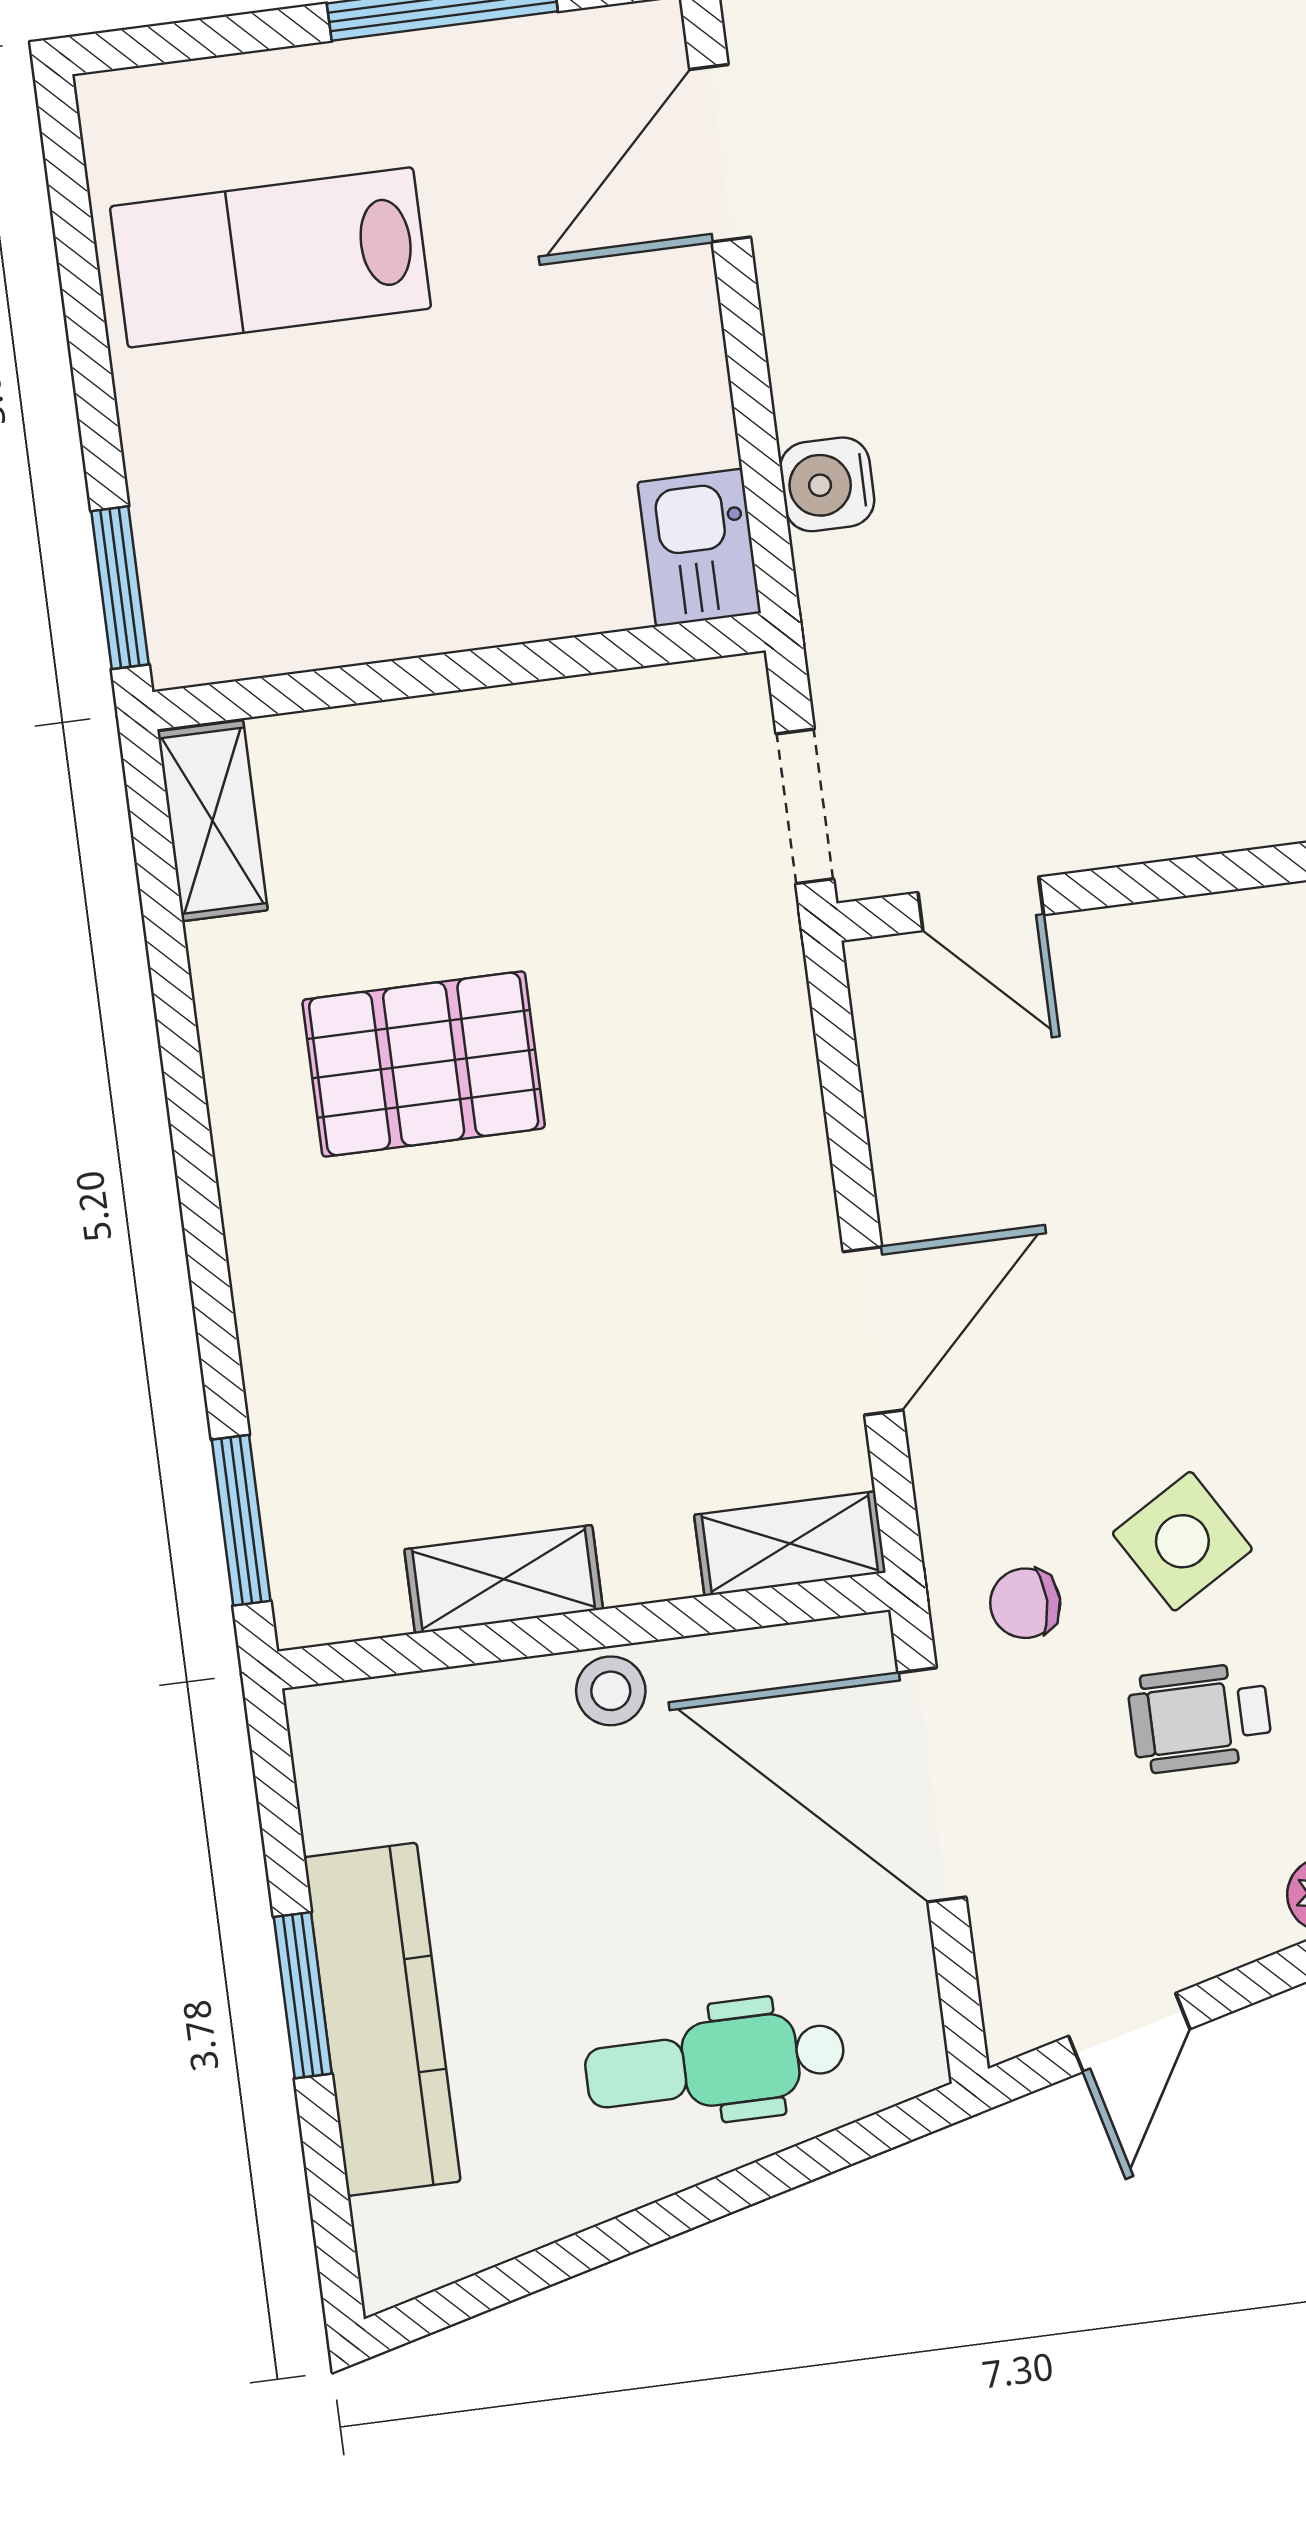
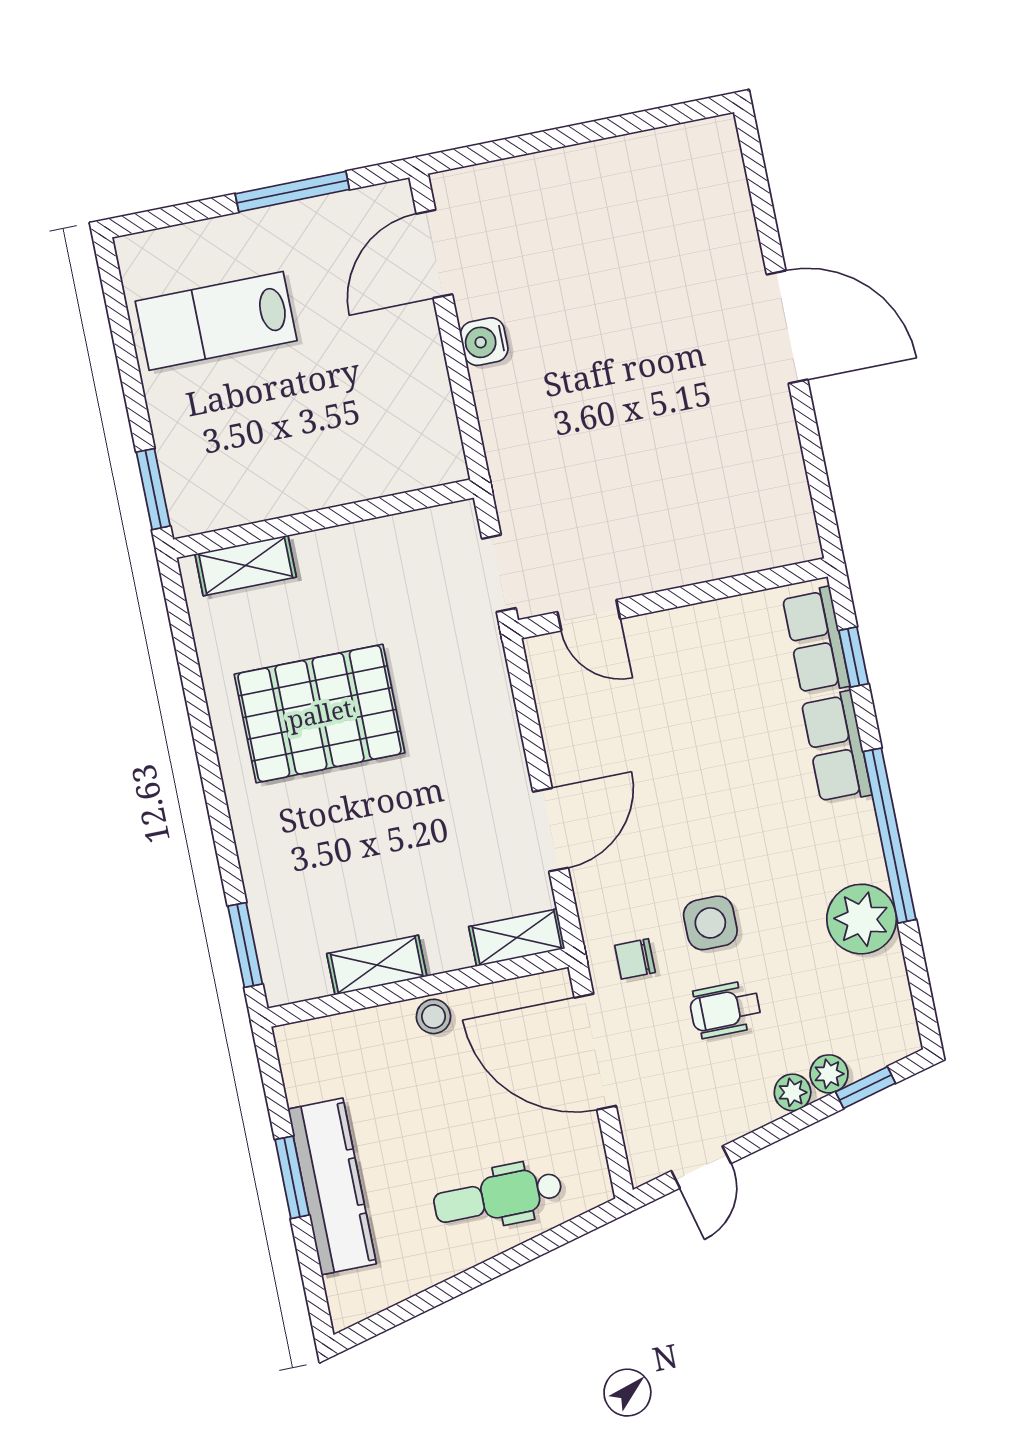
water cooler: (827, 484) -> (484, 342), moved
kitchen sink: (699, 548) -> (438, 449), removed
shelving: (213, 821) -> (246, 565), moved, turned 90
pallet: (424, 1064) -> (320, 714), width x1.37, depth x1.41
side table: (1182, 1541) -> (710, 923), turned 31

